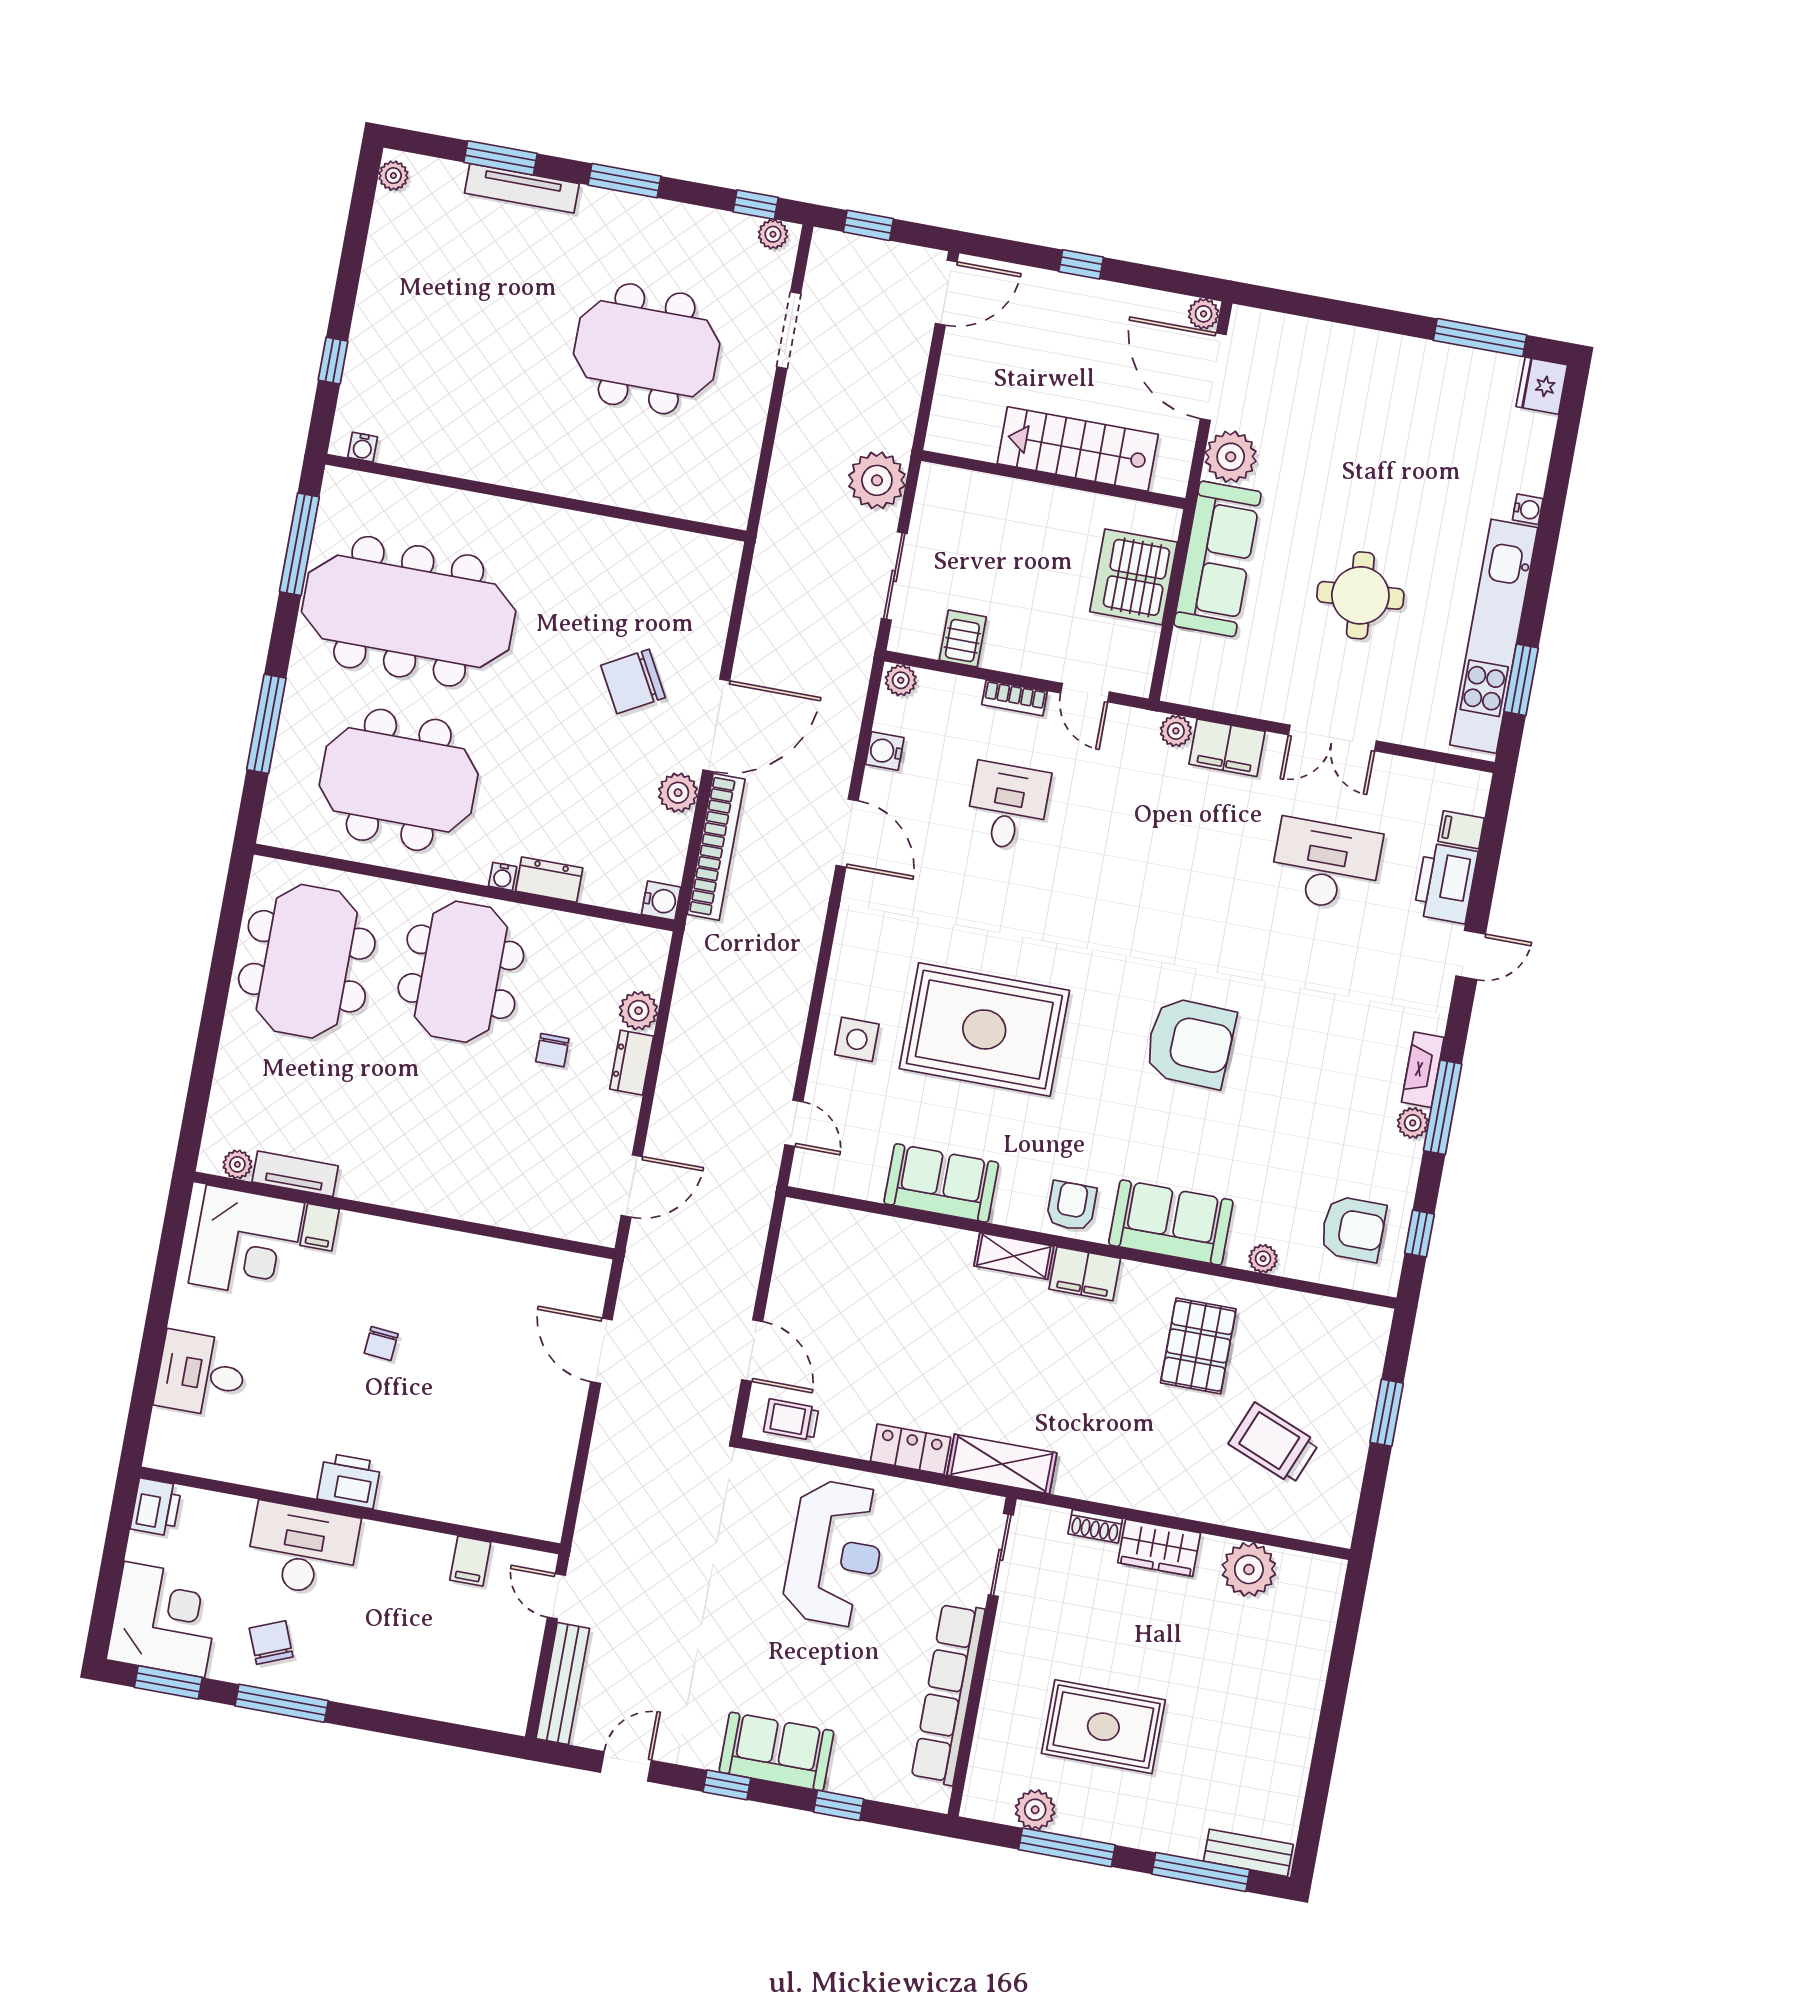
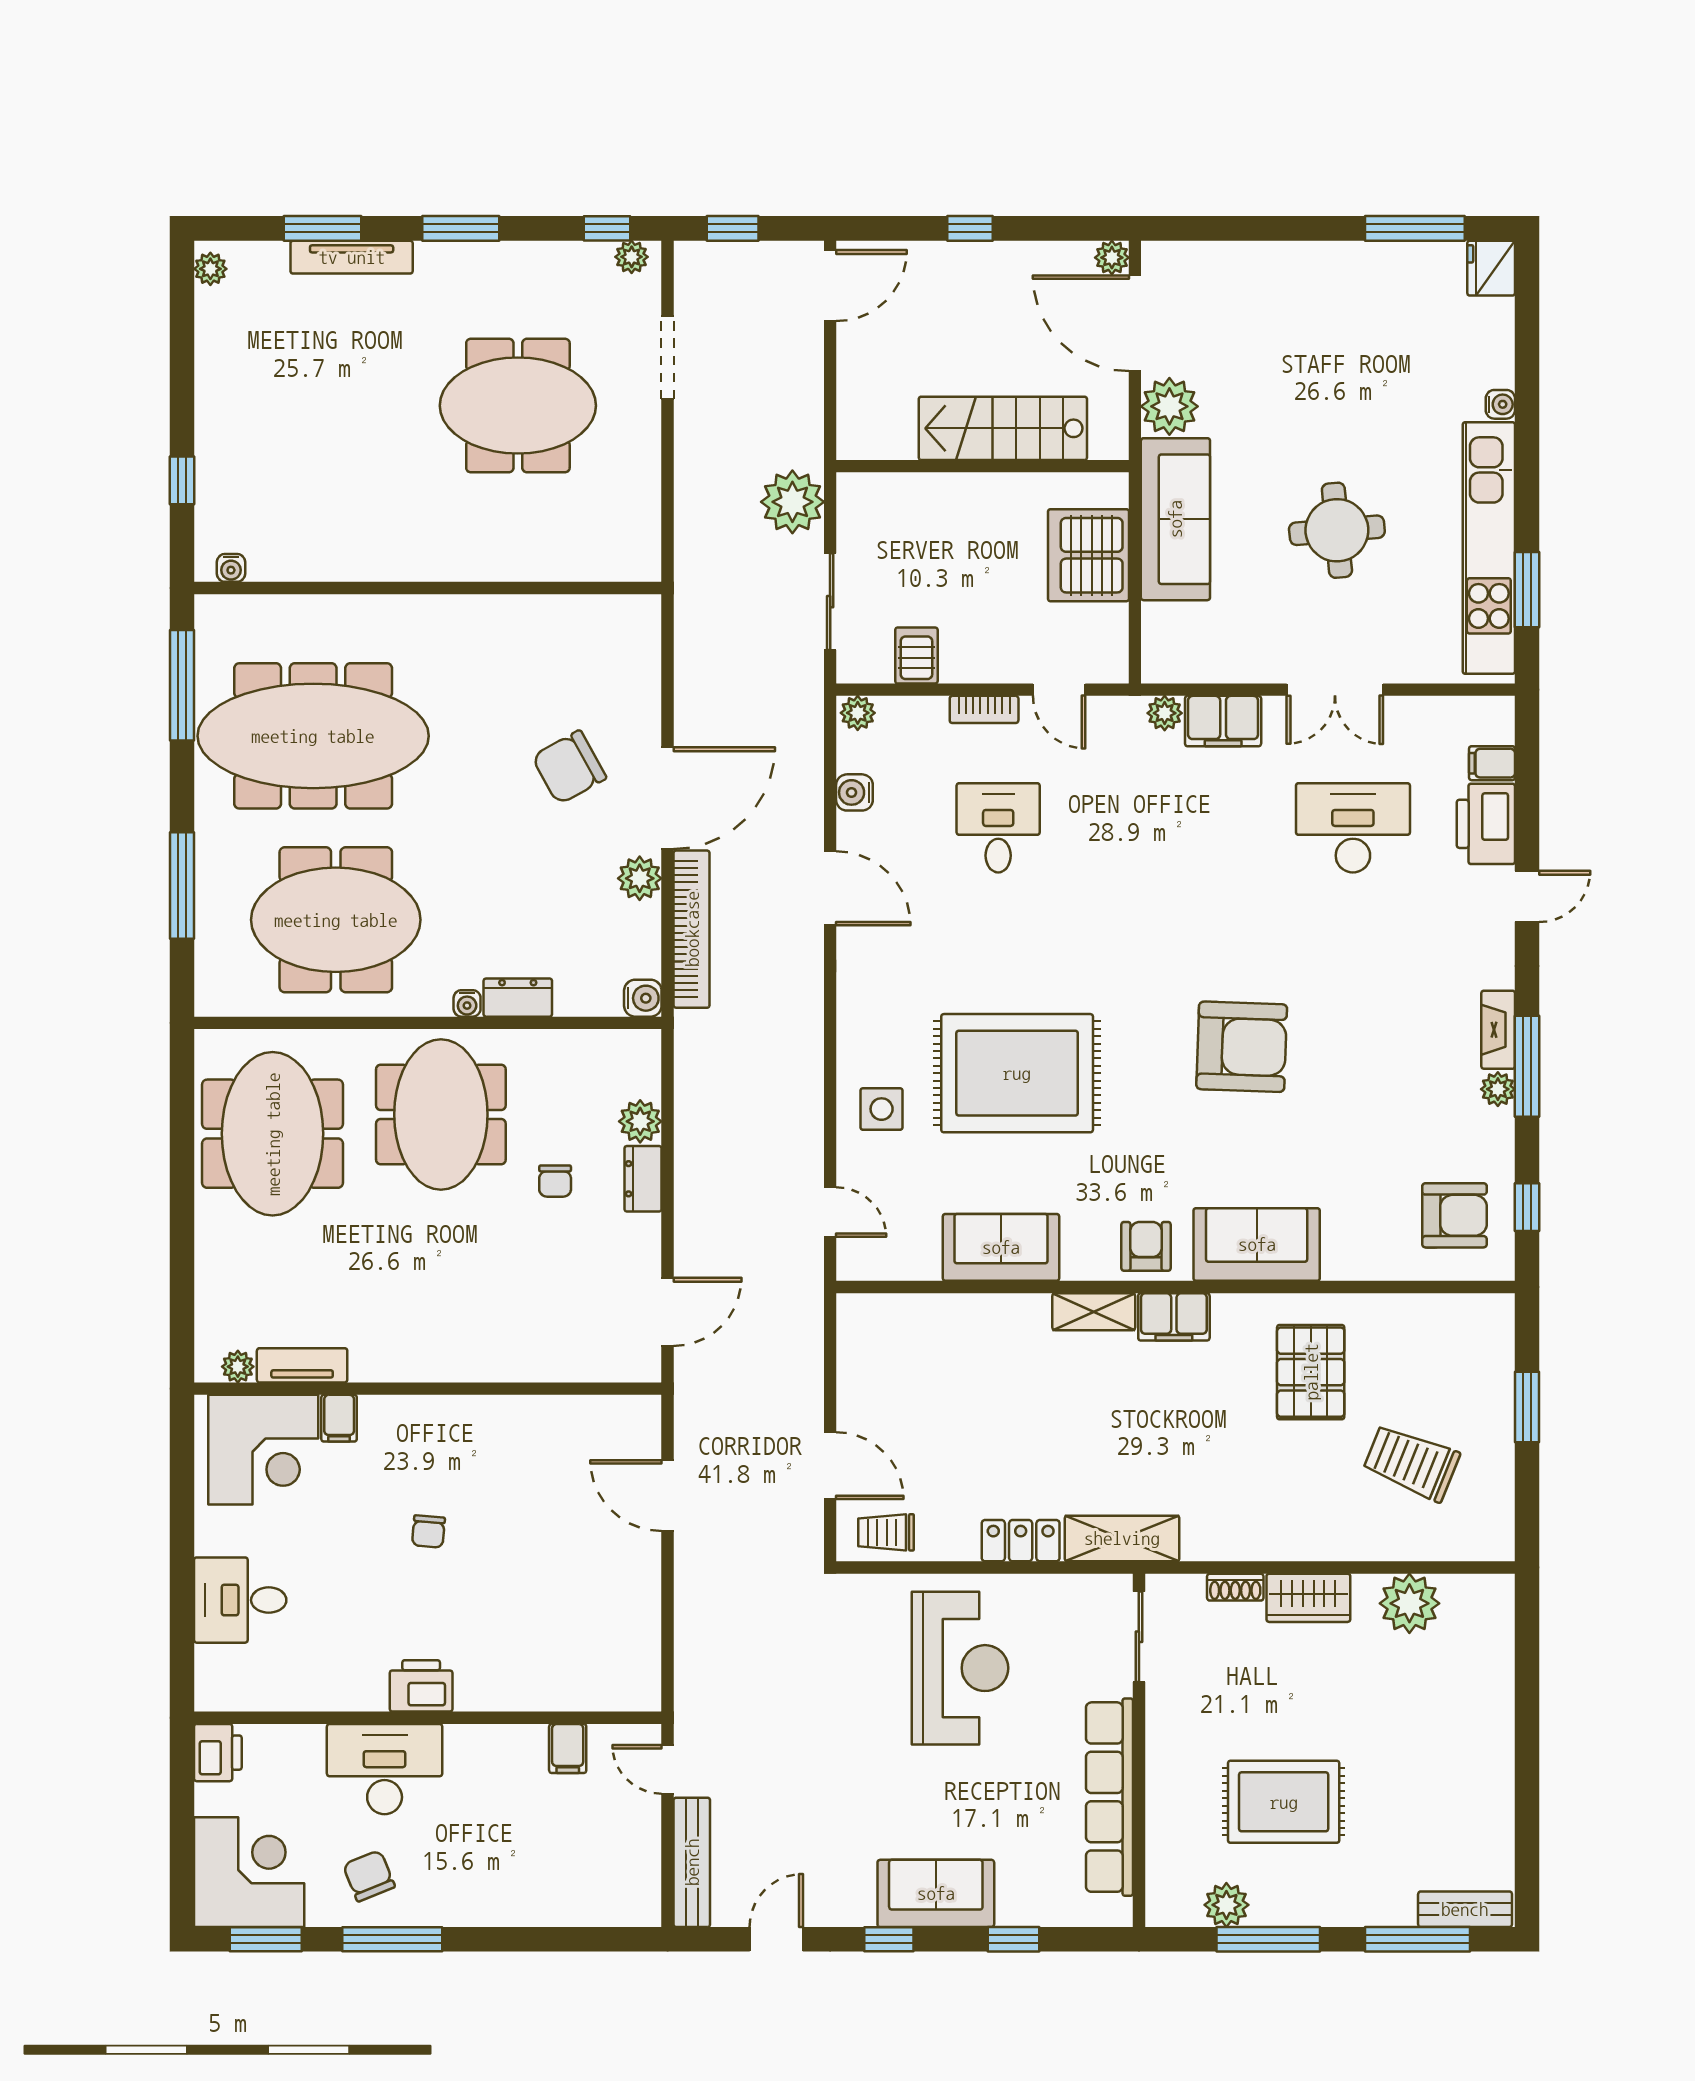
plant: (1263, 1259) -> (1363, 1265), removed

